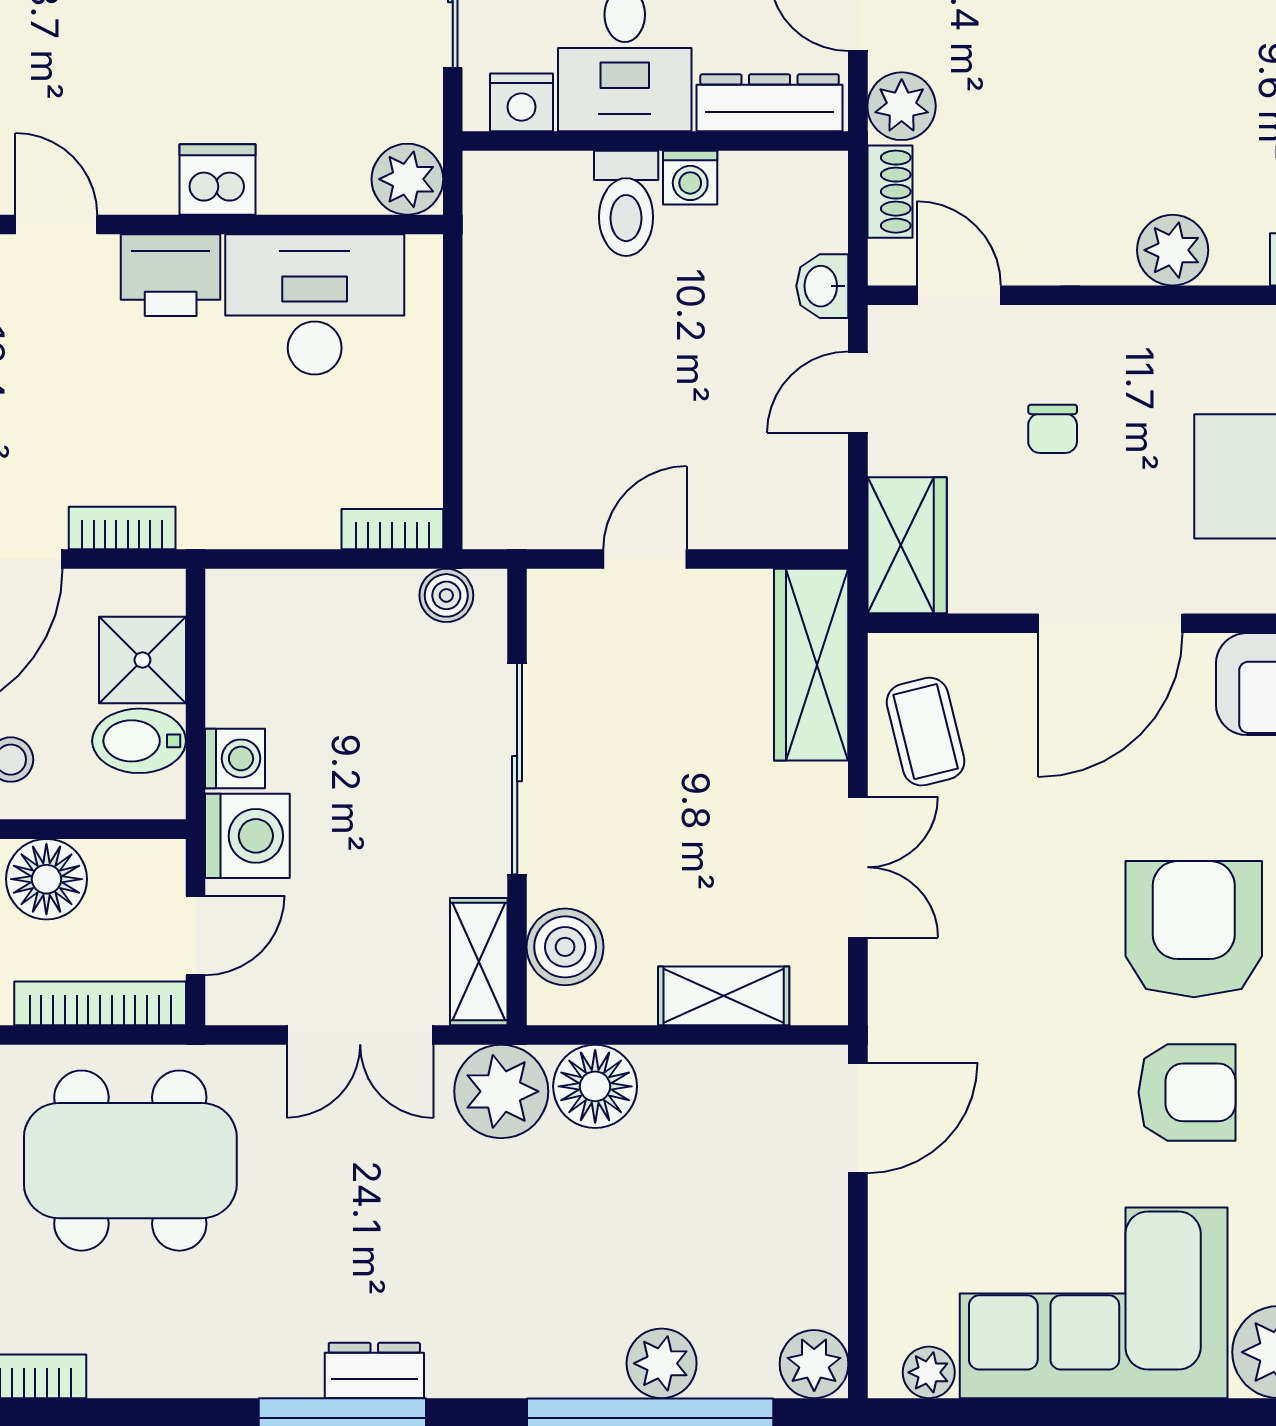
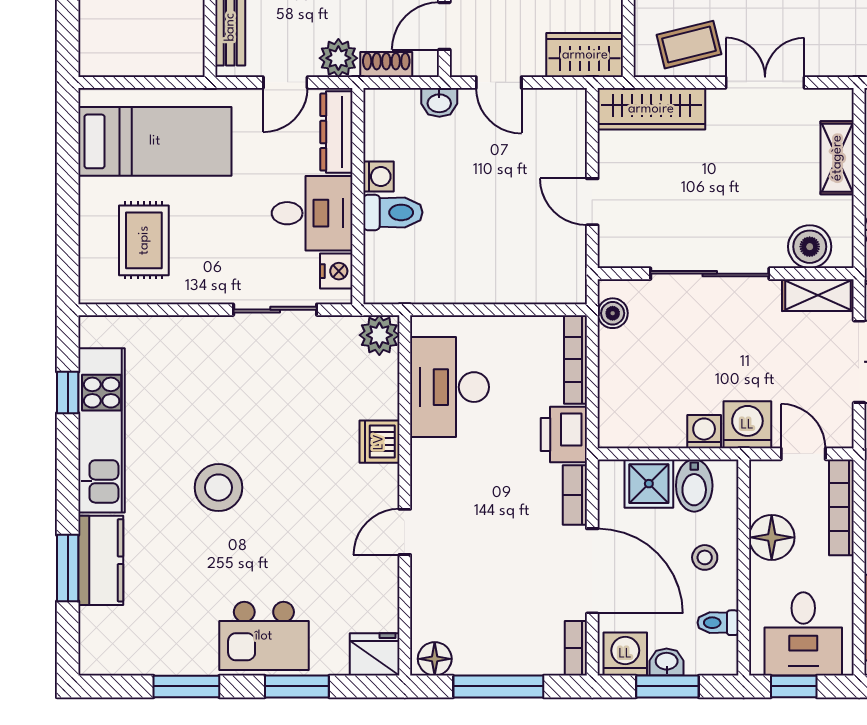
printer: (171, 275) -> (564, 435), moved, turned 180
bookcase: (392, 529) -> (575, 359), width x1.56

